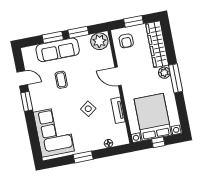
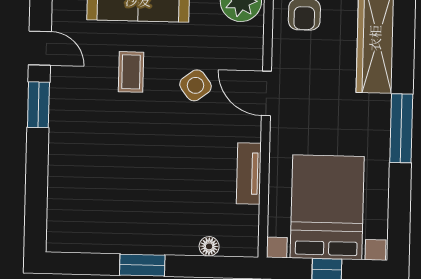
plant: (164, 73) -> (377, 109), removed
side table: (88, 109) -> (196, 85), moved
corner sofa: (54, 132) -> (87, 190), removed

